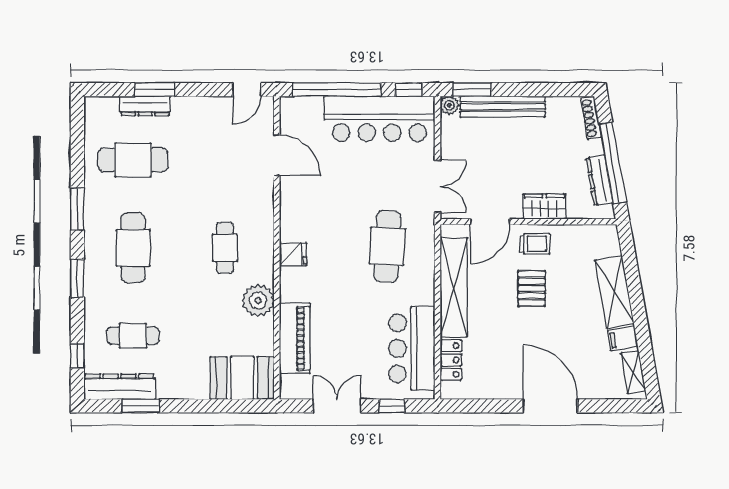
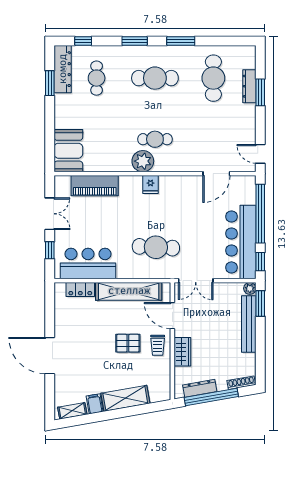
plant: (258, 300) -> (143, 161), moved
door: (550, 406) -> (50, 356), swing flipped

